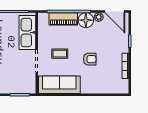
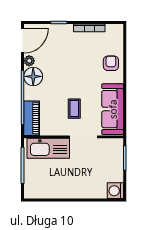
piano: (63, 19) -> (32, 118), moved
armchair: (90, 59) -> (111, 63), moved

